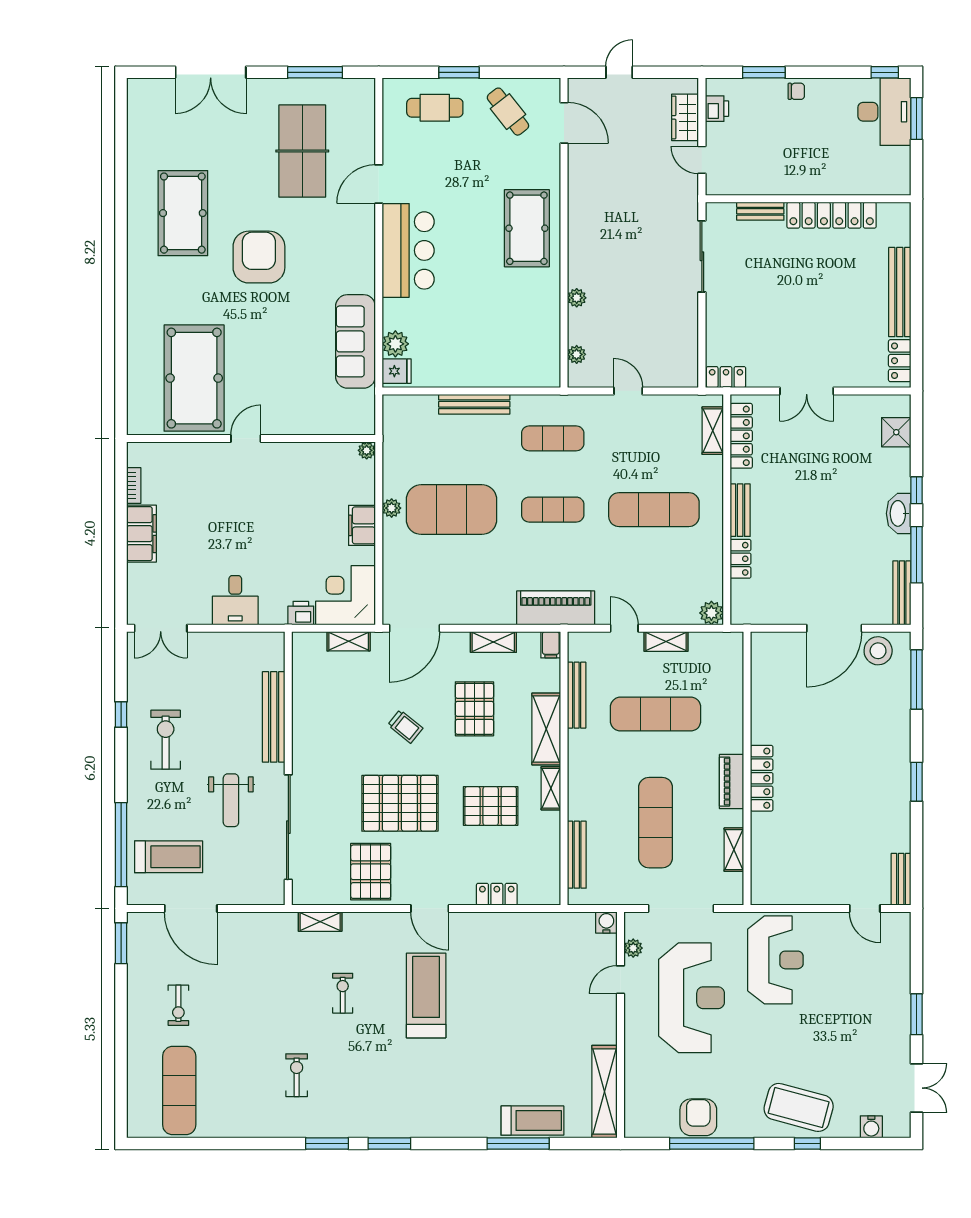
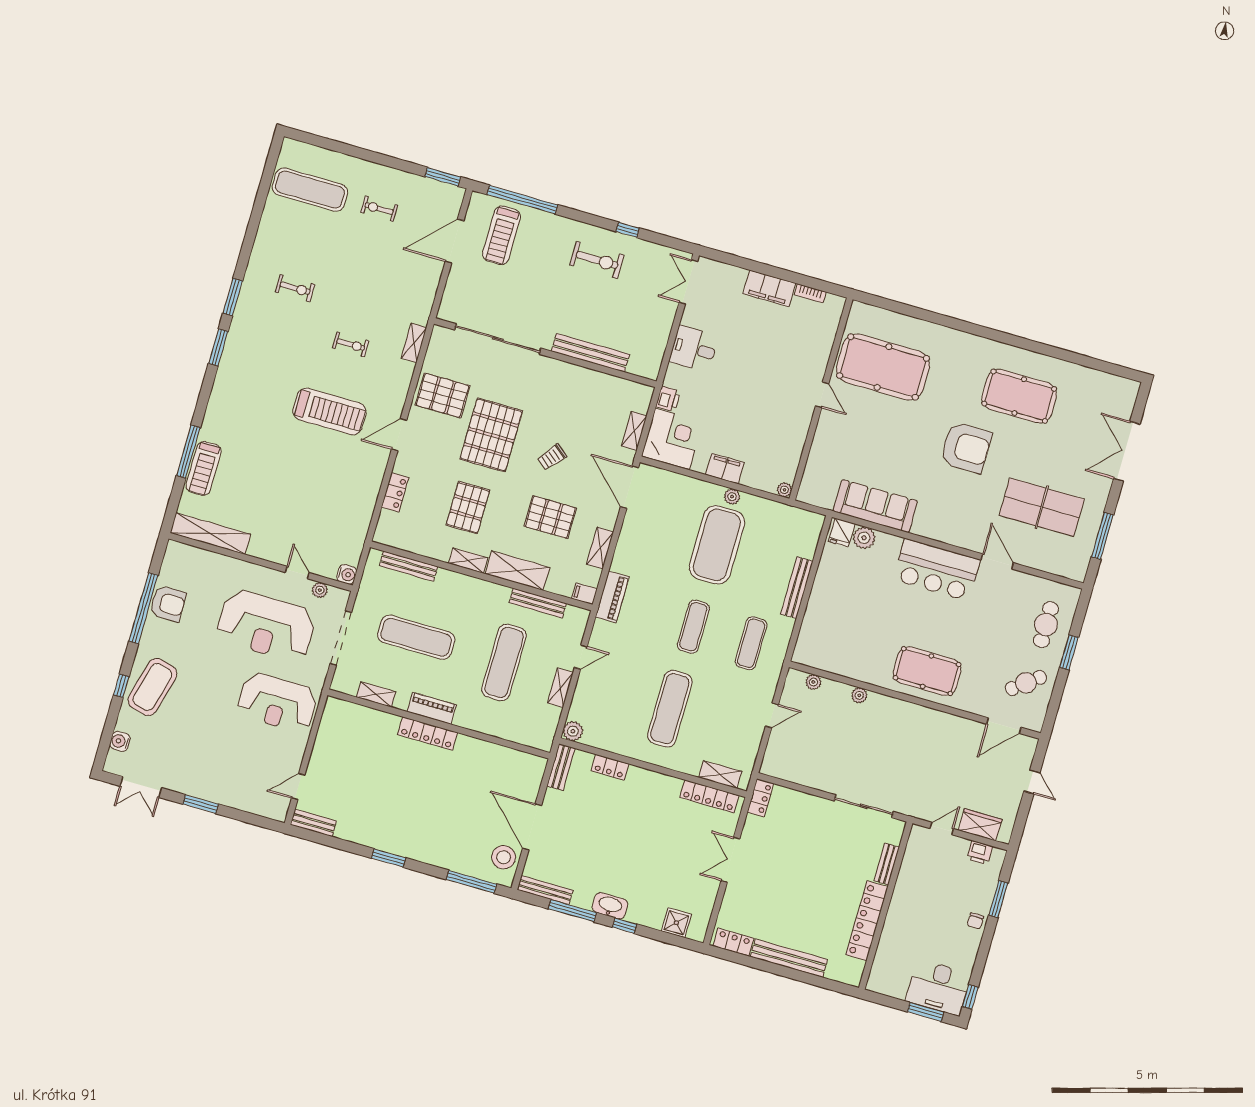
bench: (740, 510) -> (561, 767), moved, turned 90
piano: (556, 608) -> (612, 597), width x0.73, depth x0.75
weight bench: (231, 800) -> (533, 299), removed

